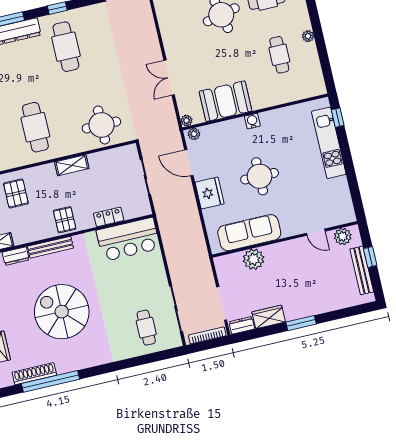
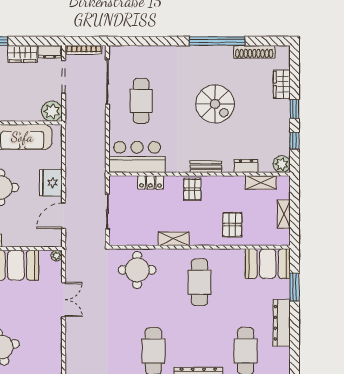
plant: (194, 134) -> (53, 241), removed
door: (189, 163) -> (64, 216), swing flipped
bench: (50, 247) -> (206, 167), width x0.73
plant: (254, 259) -> (52, 111), moved
spiral stairs: (62, 312) -> (215, 104), width x0.73, depth x0.73
cafe table: (146, 328) -> (141, 101), moved, width x1.37, depth x1.35
window: (50, 381) -> (217, 41), moved

